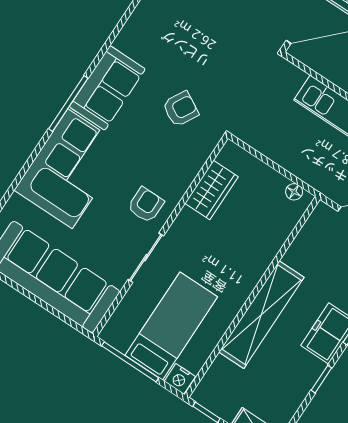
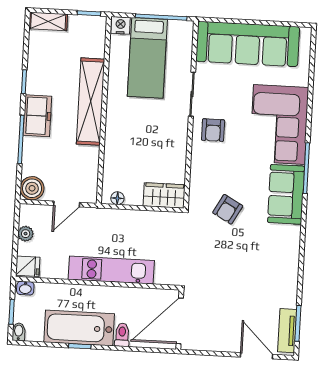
wardrobe: (212, 190) -> (164, 195), moved, turned 90

